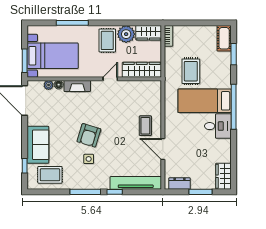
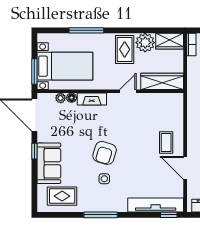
window: (25, 166) -> (34, 151), moved
window: (115, 192) -> (169, 215), moved

